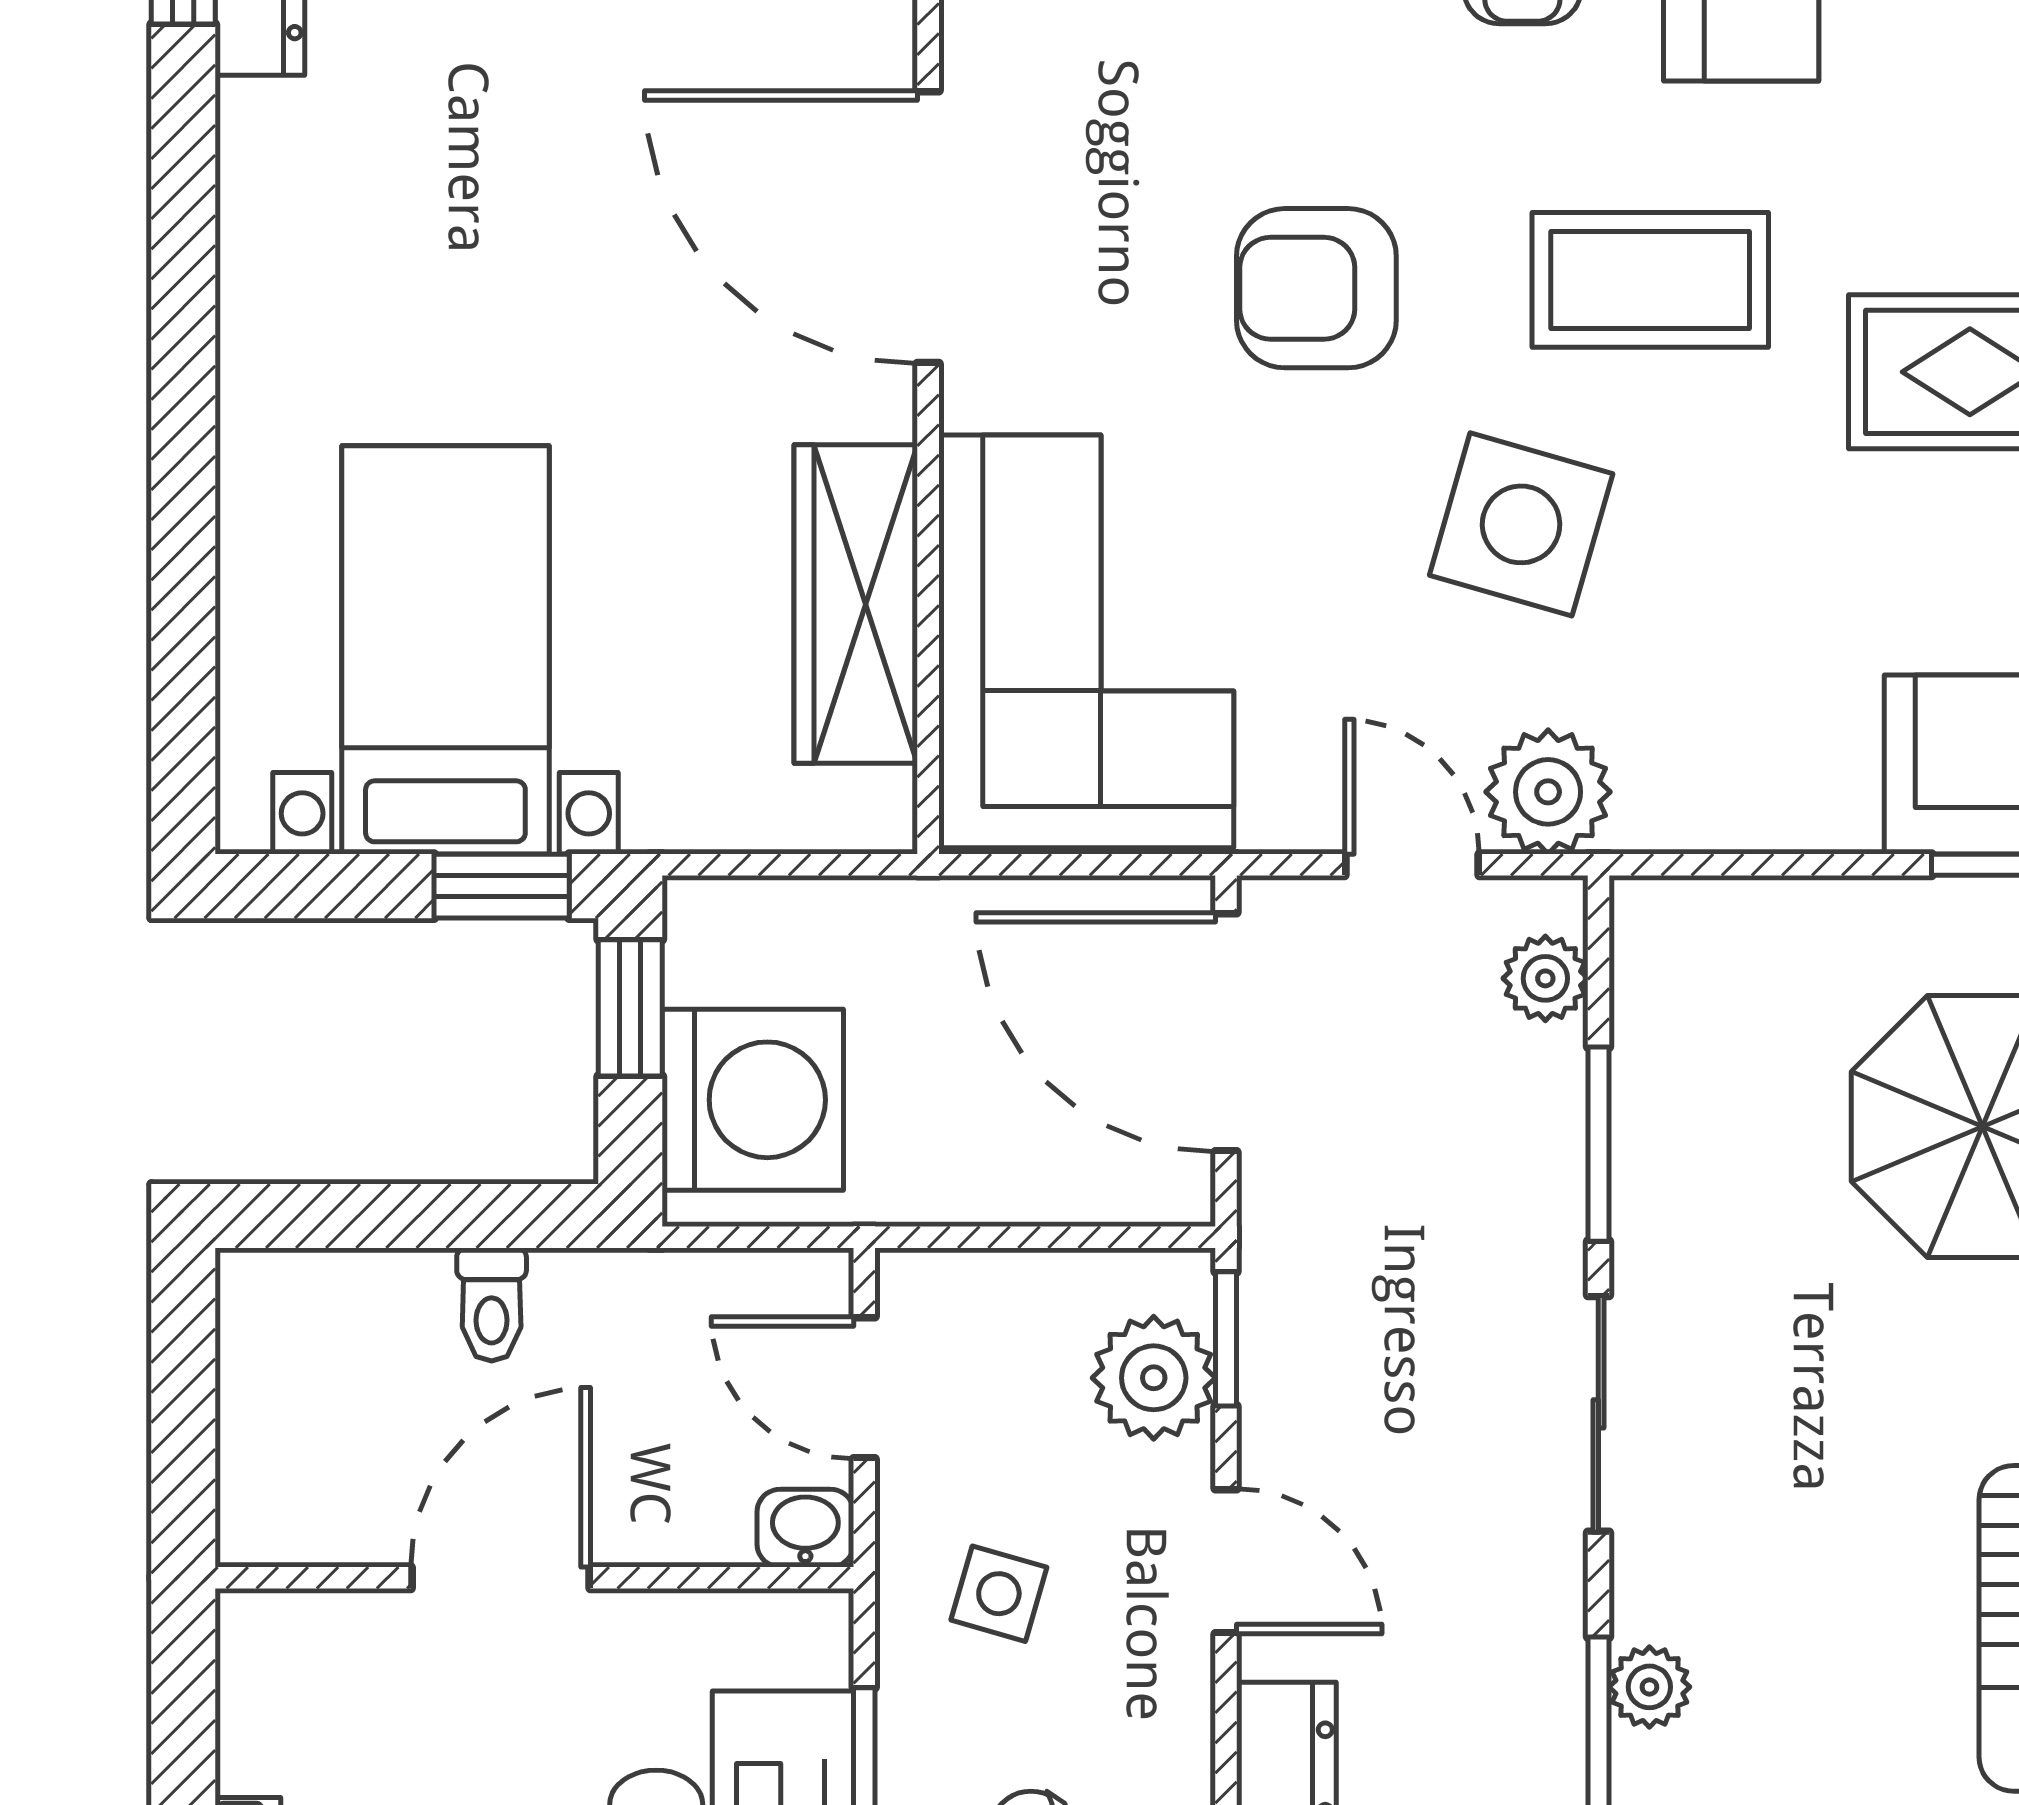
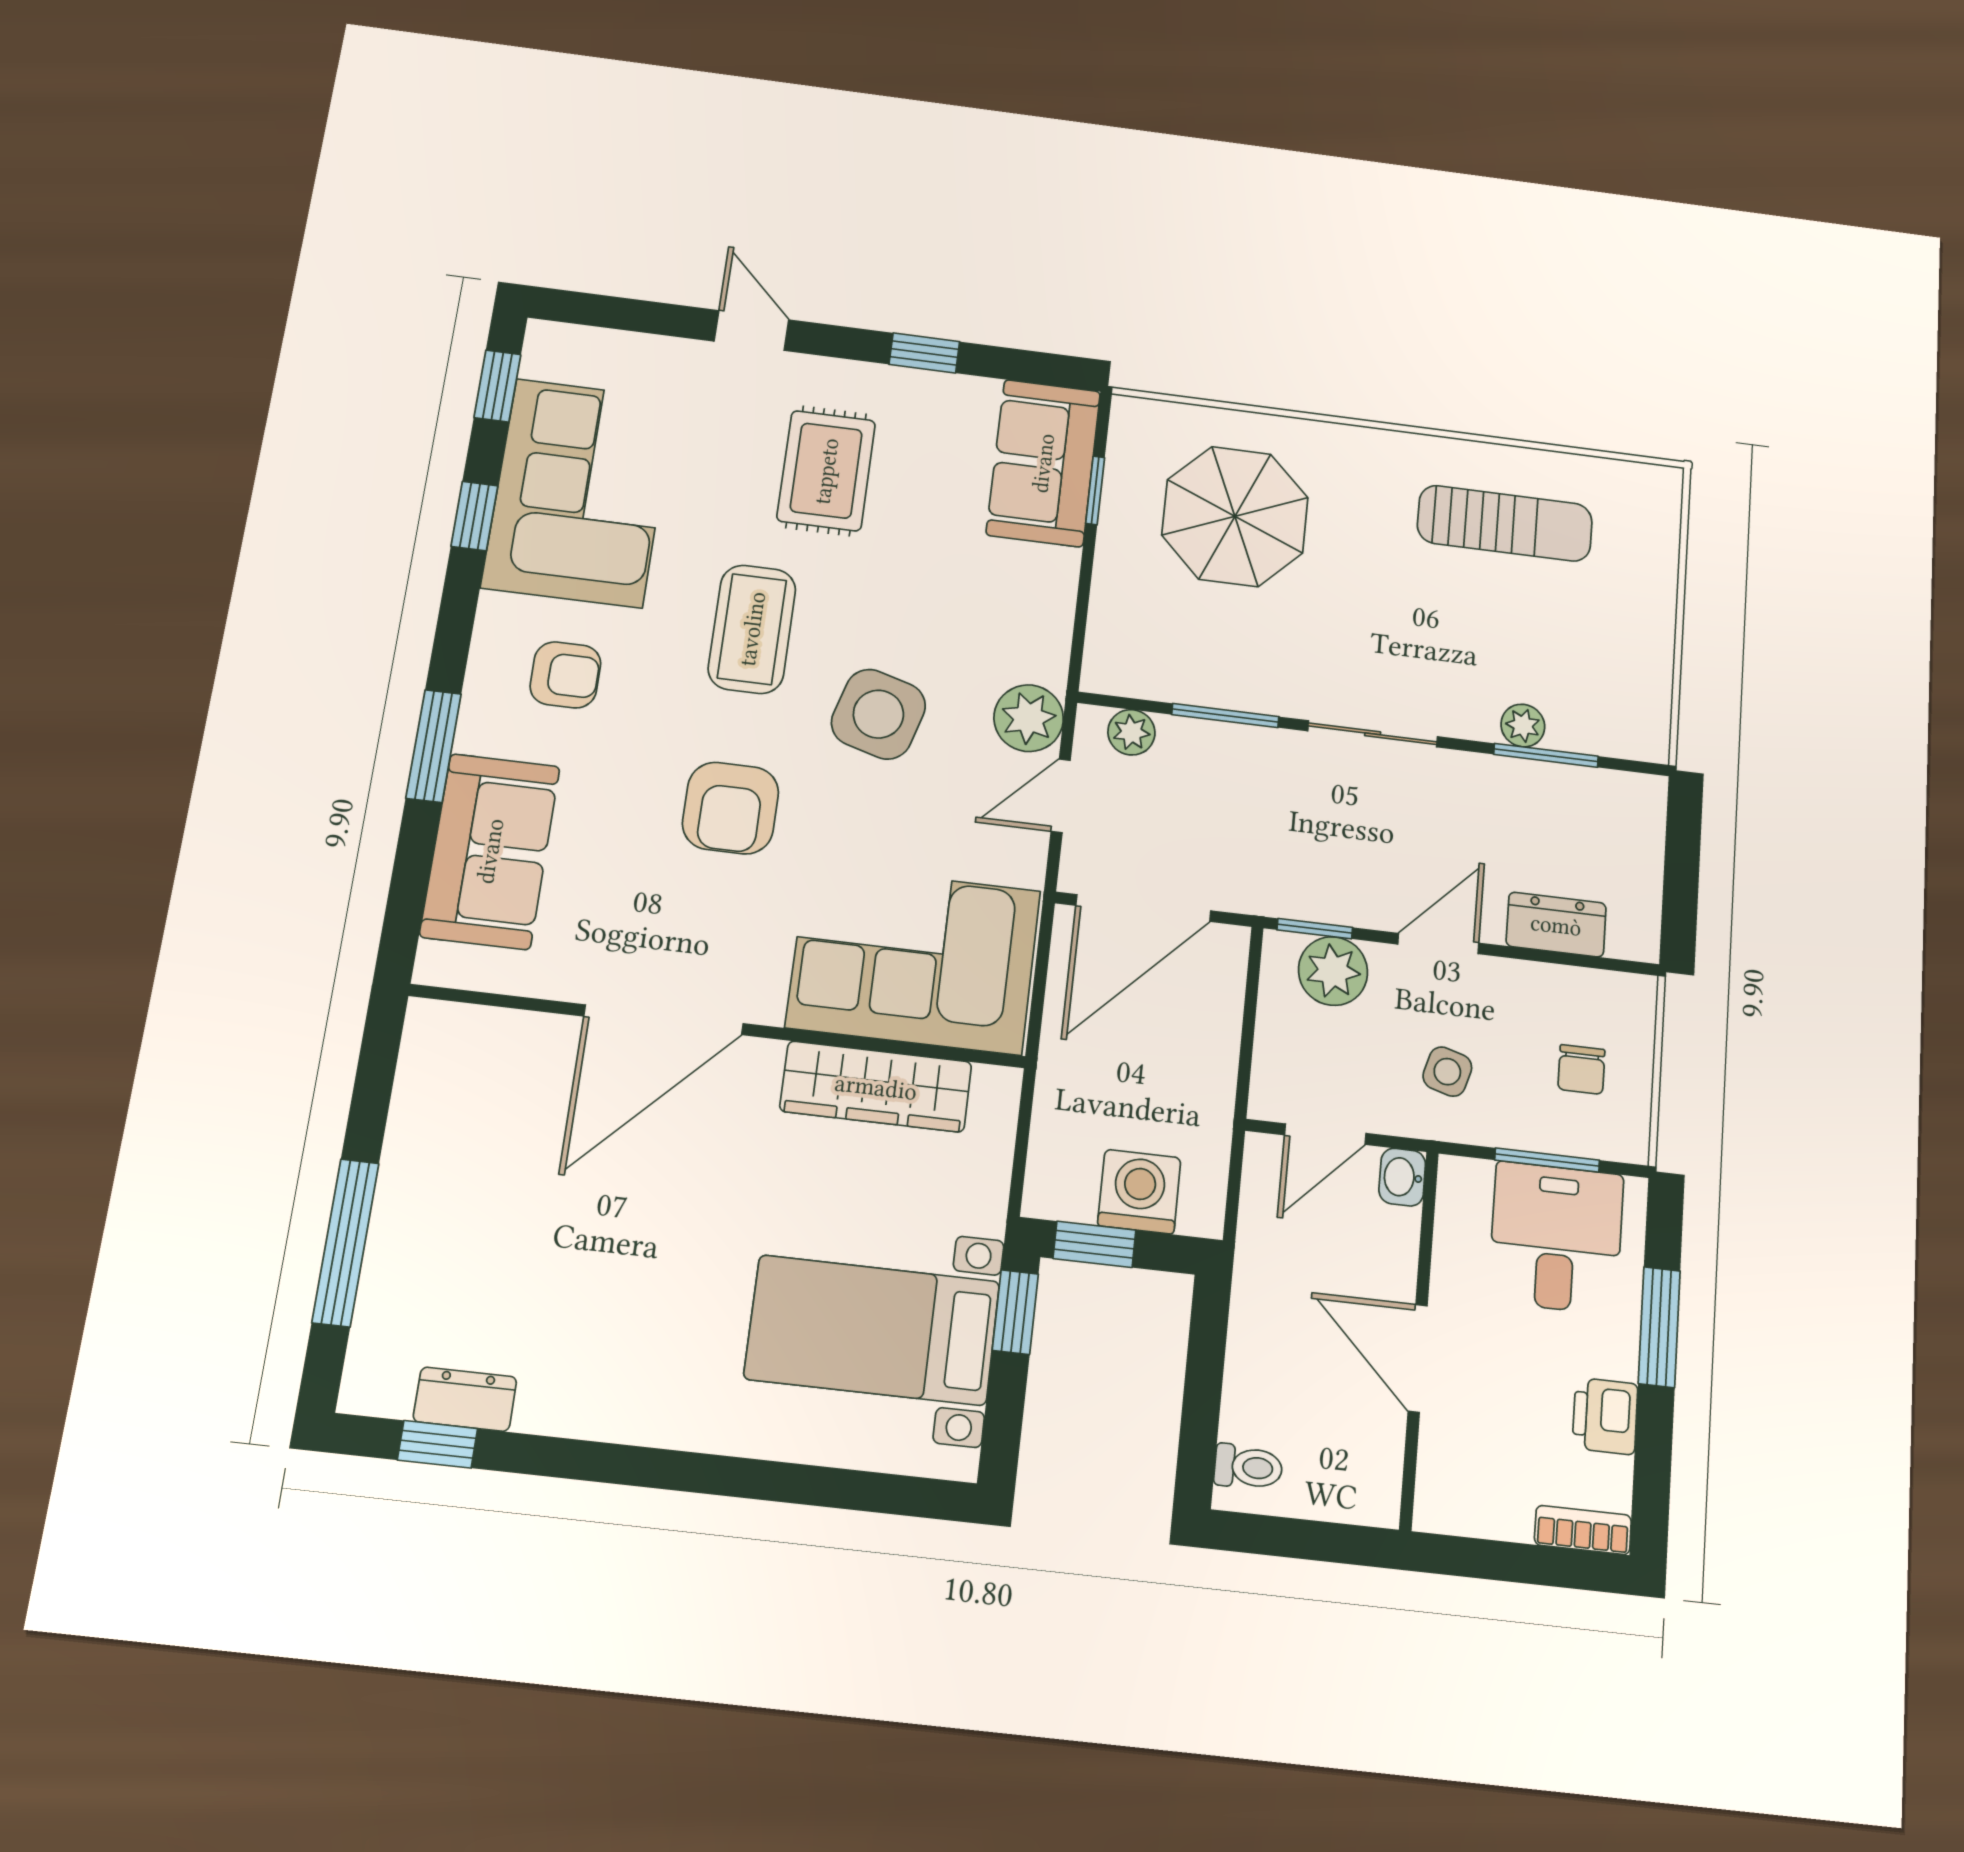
washing machine: (753, 1100) -> (1139, 1192), width x0.73, depth x0.73
toilet: (492, 1305) -> (1248, 1467), moved

